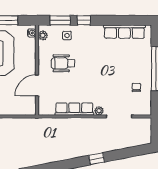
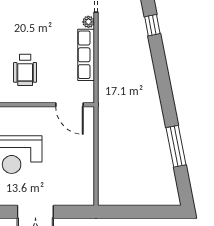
door: (37, 85) -> (69, 105), moved

